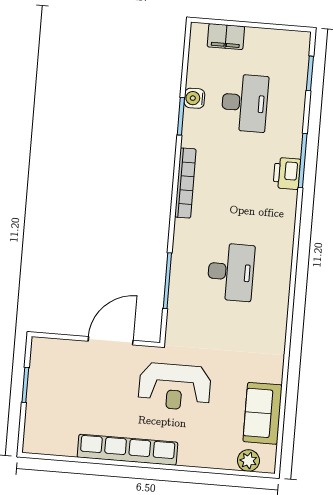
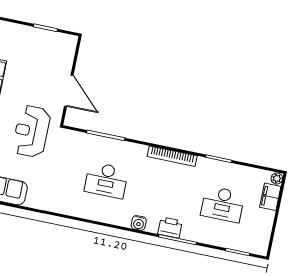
plant: (199, 31) -> (277, 178), added
water cooler: (194, 98) -> (139, 223), moved, turned 180

